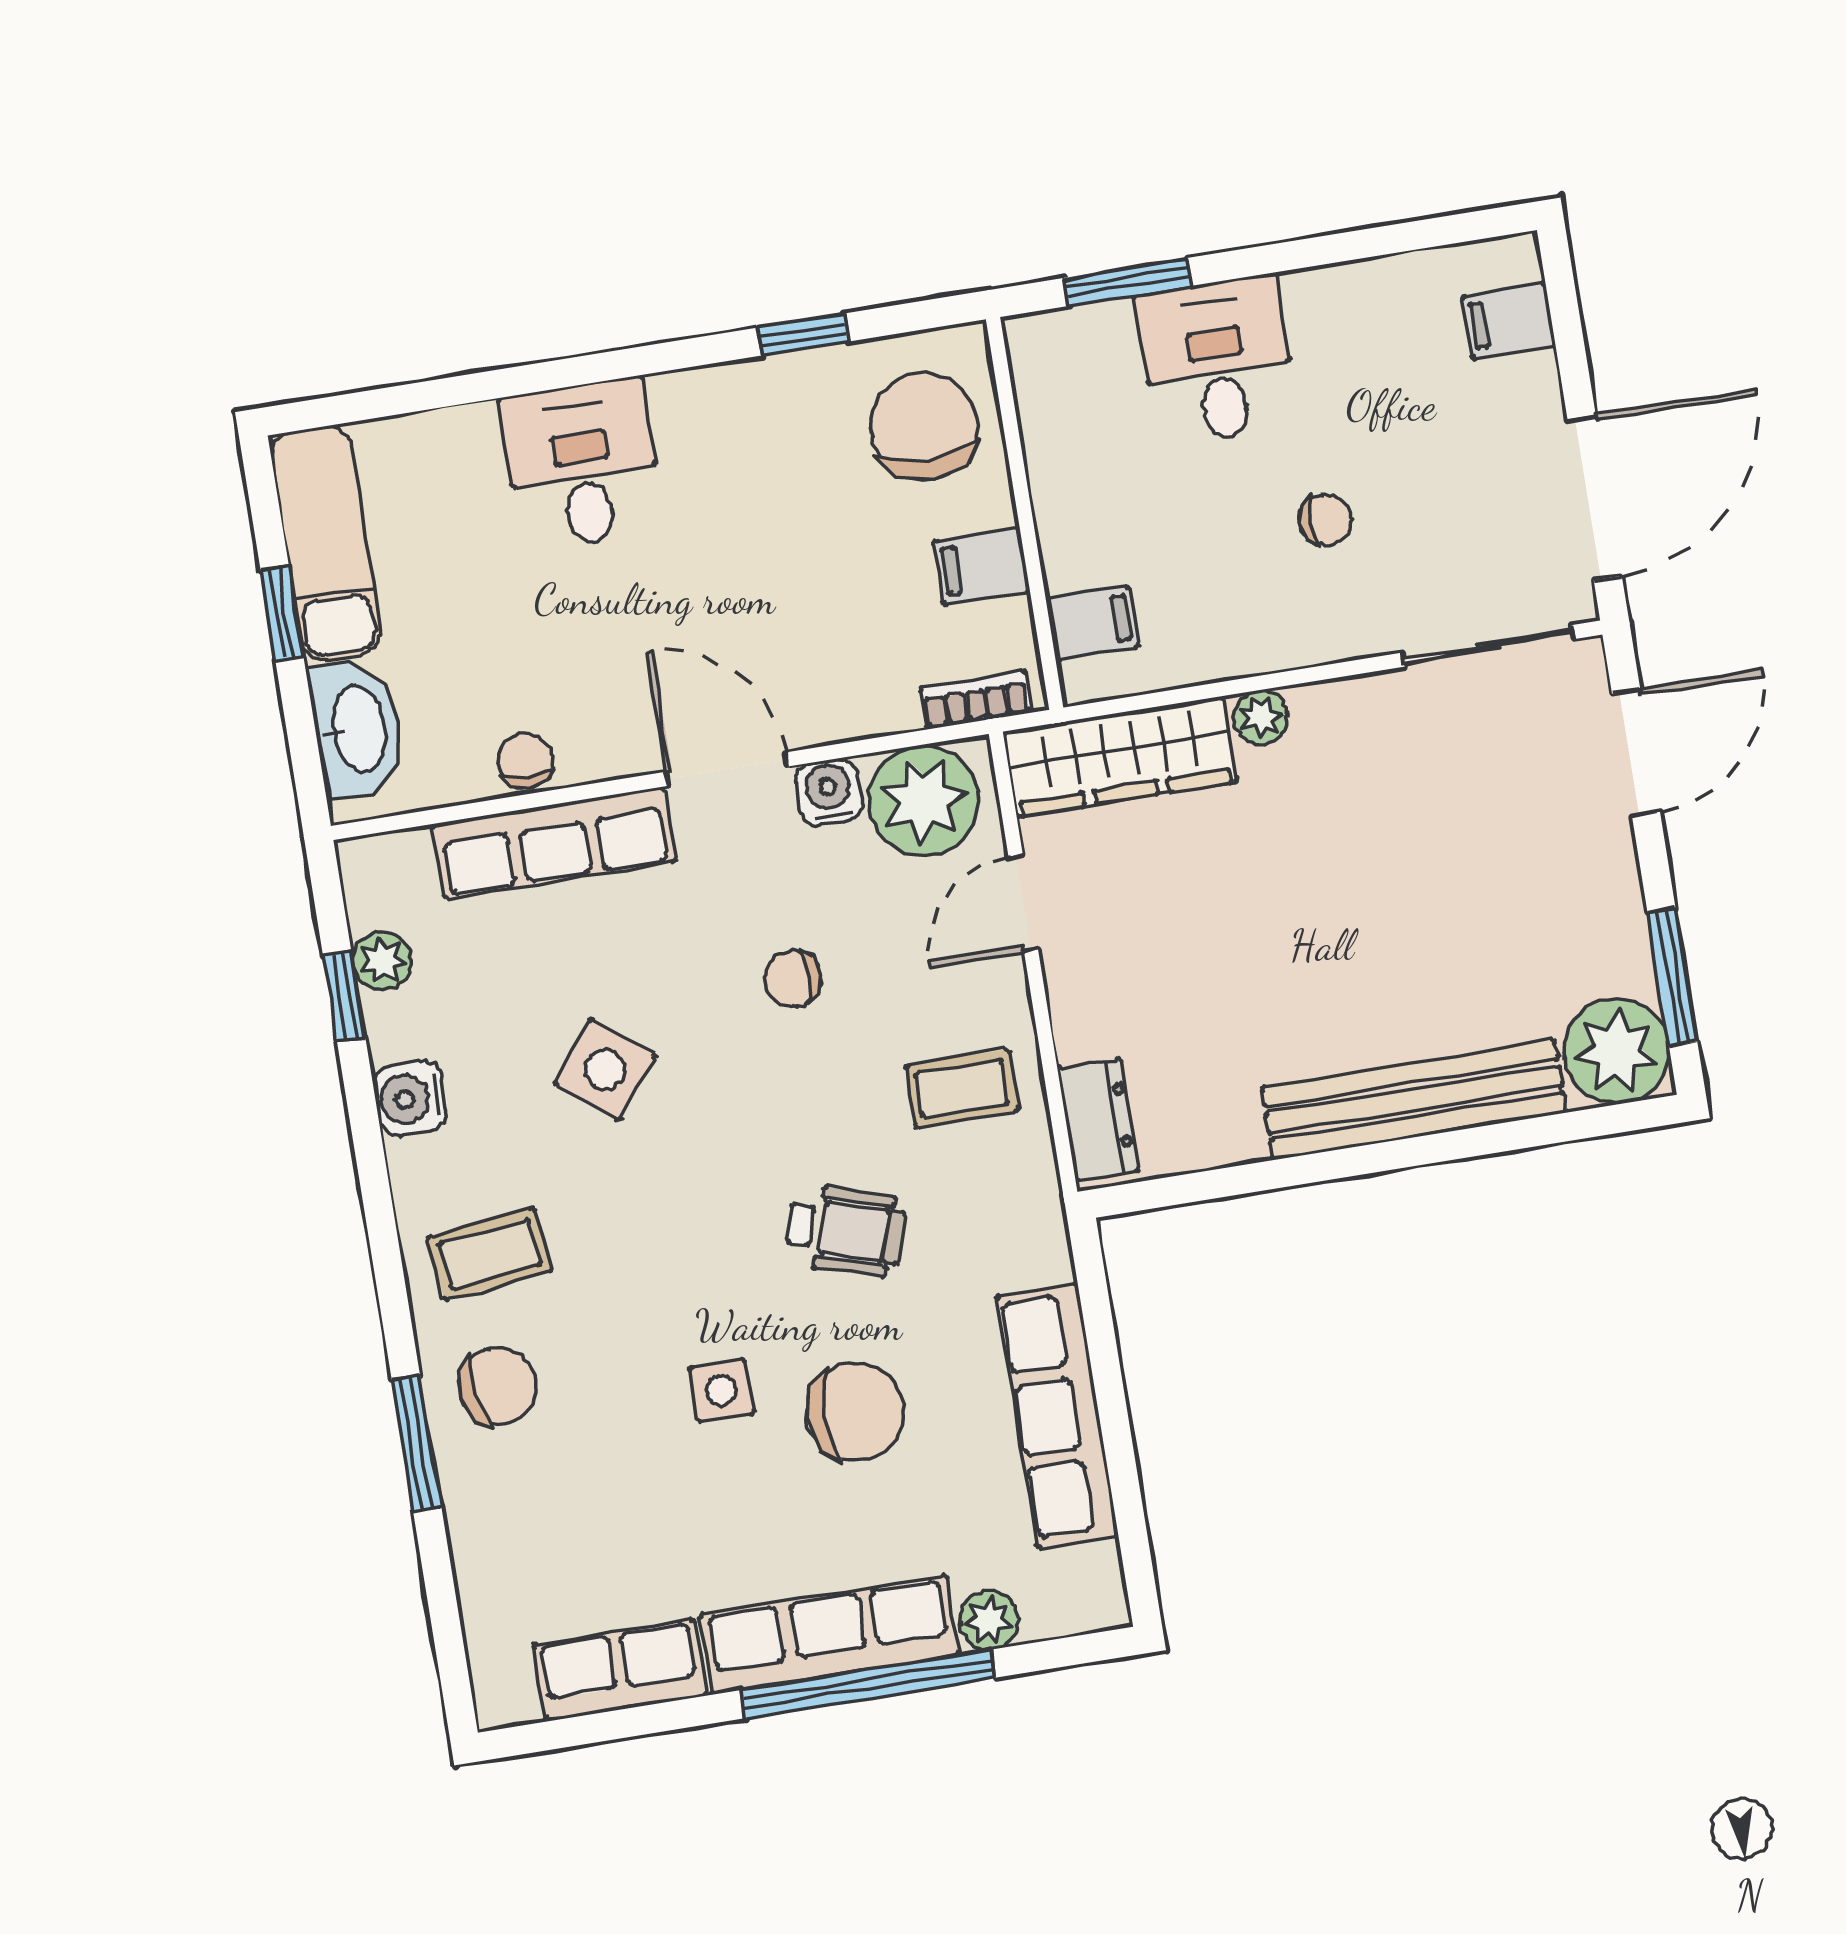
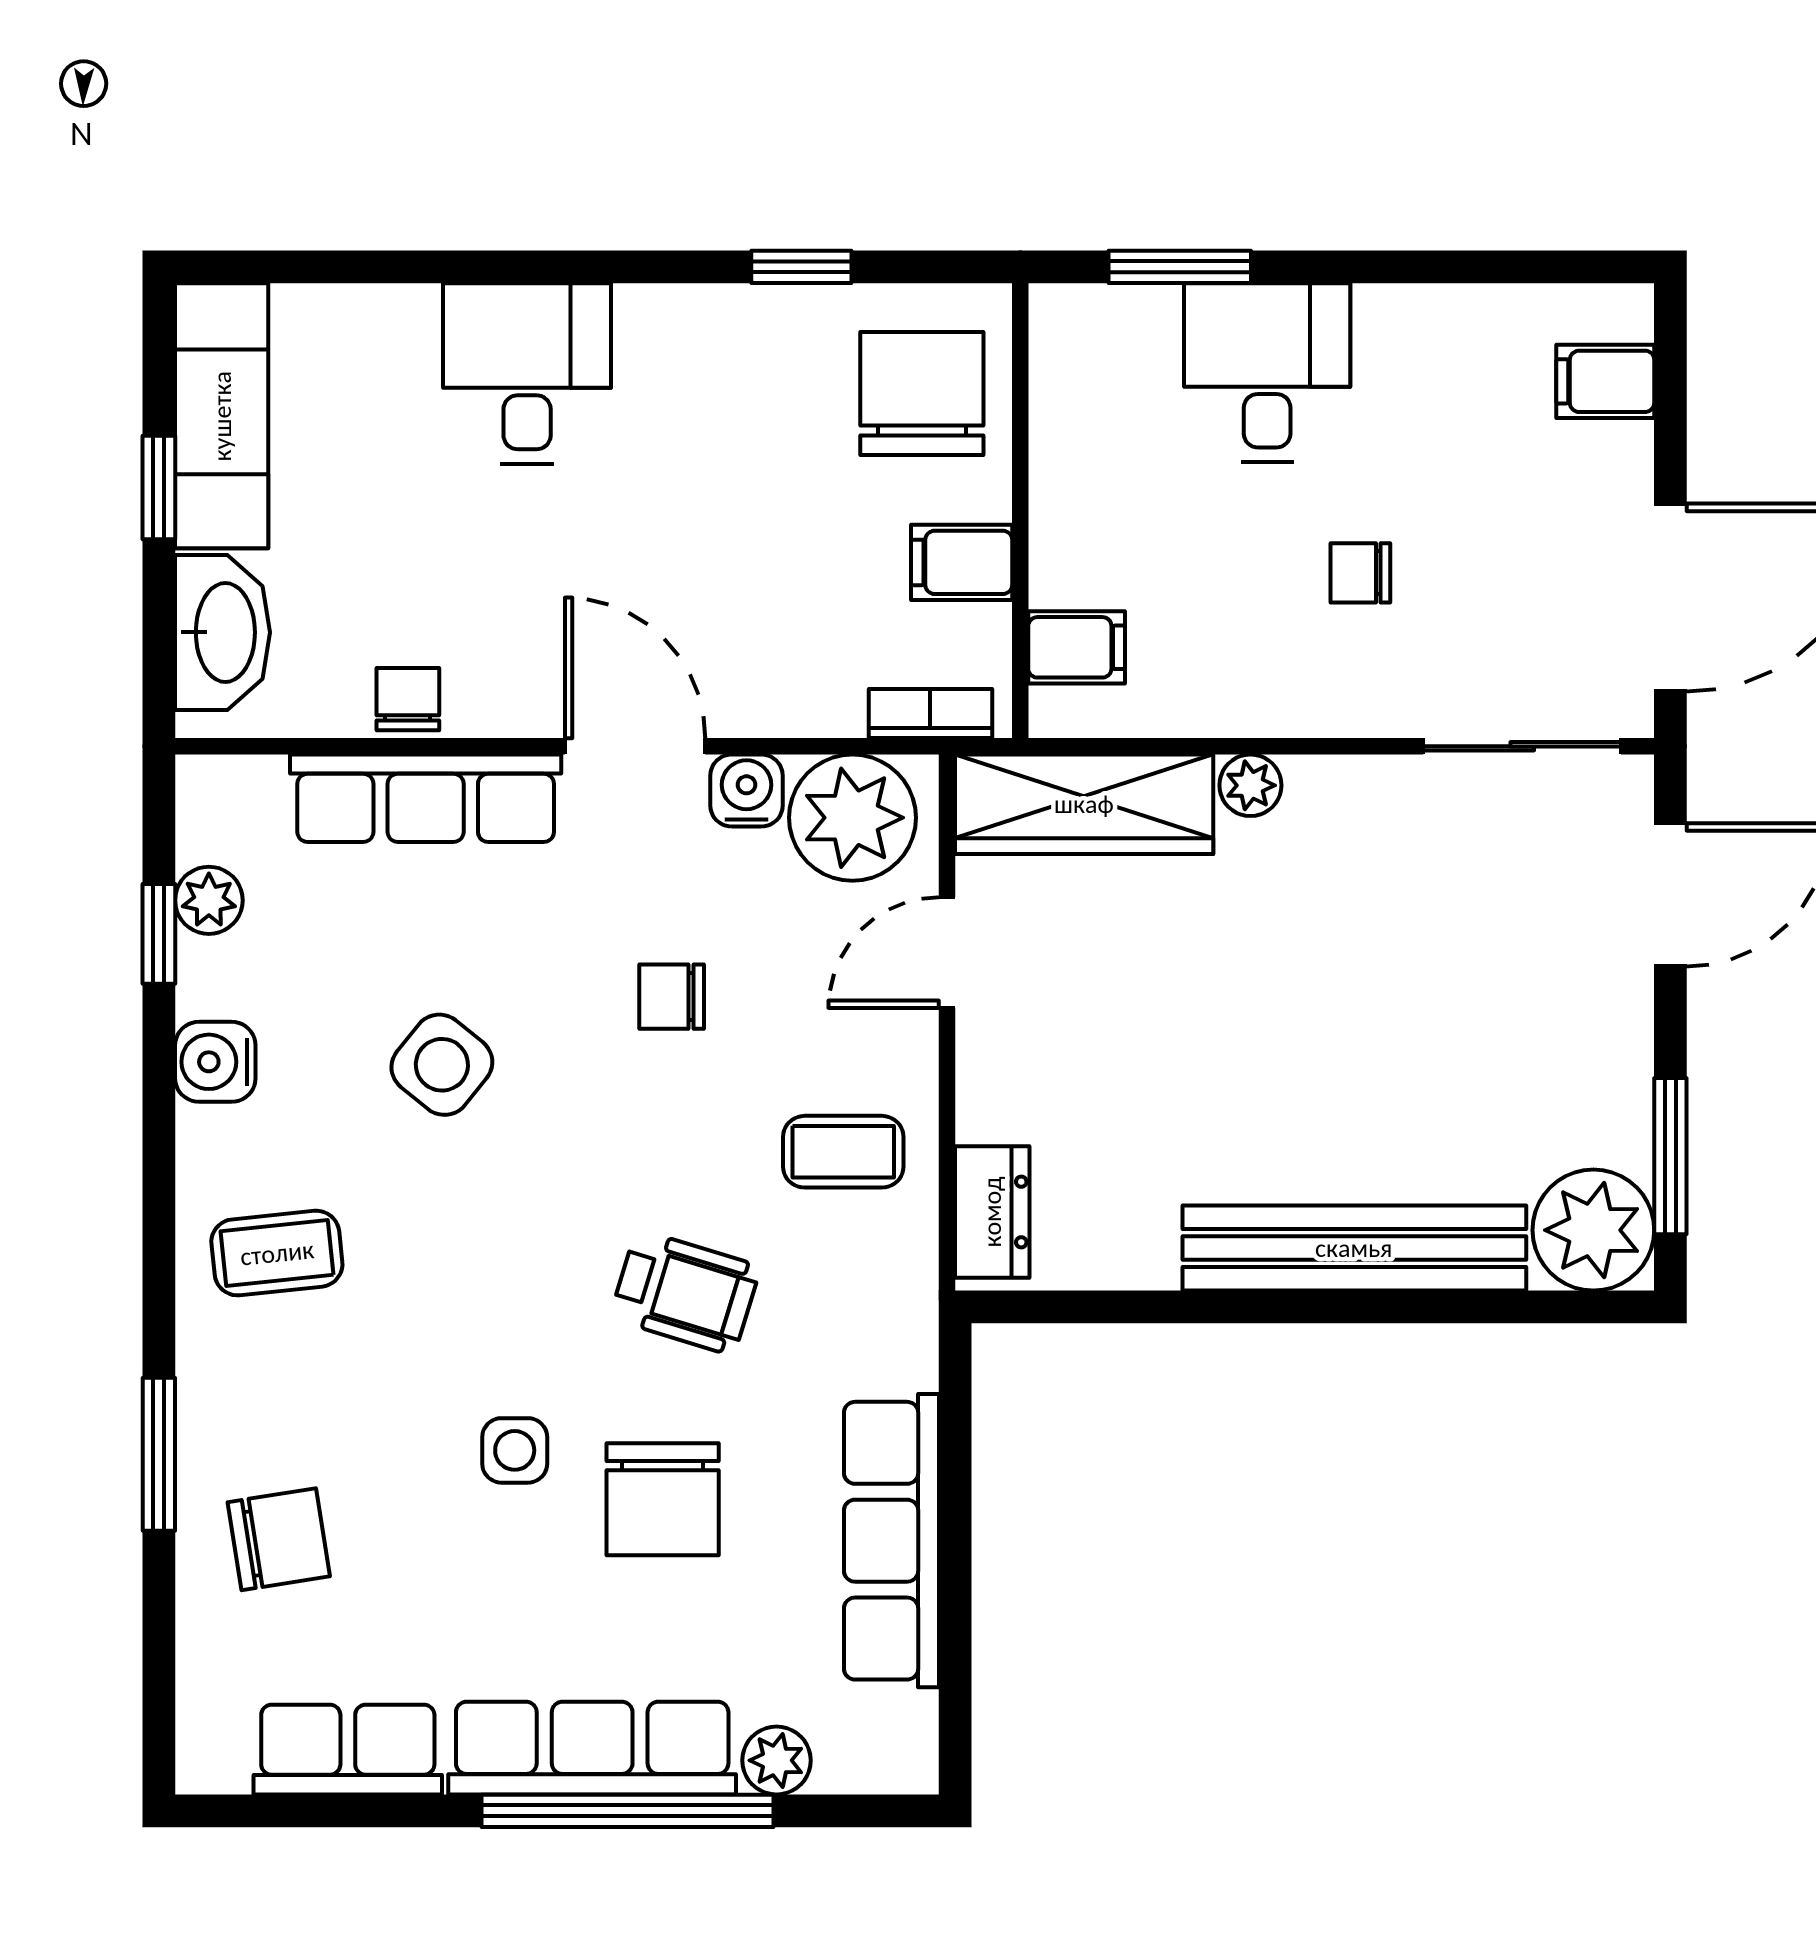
chair: (1325, 519) -> (1360, 573), turned 180
chair: (498, 1386) -> (279, 1539), moved
chair: (855, 1412) -> (663, 1499), turned 90

